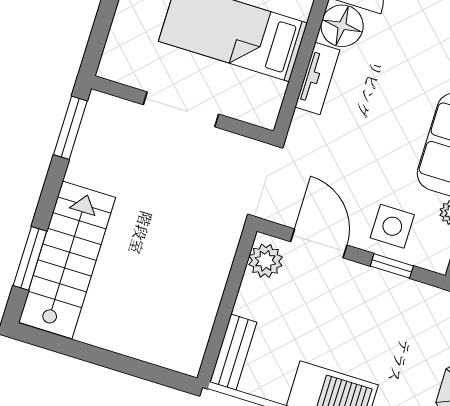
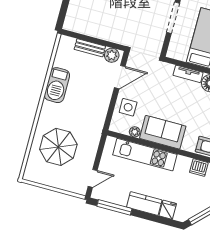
window: (392, 266) -> (112, 108), removed
bench: (233, 352) -> (90, 48), moved

